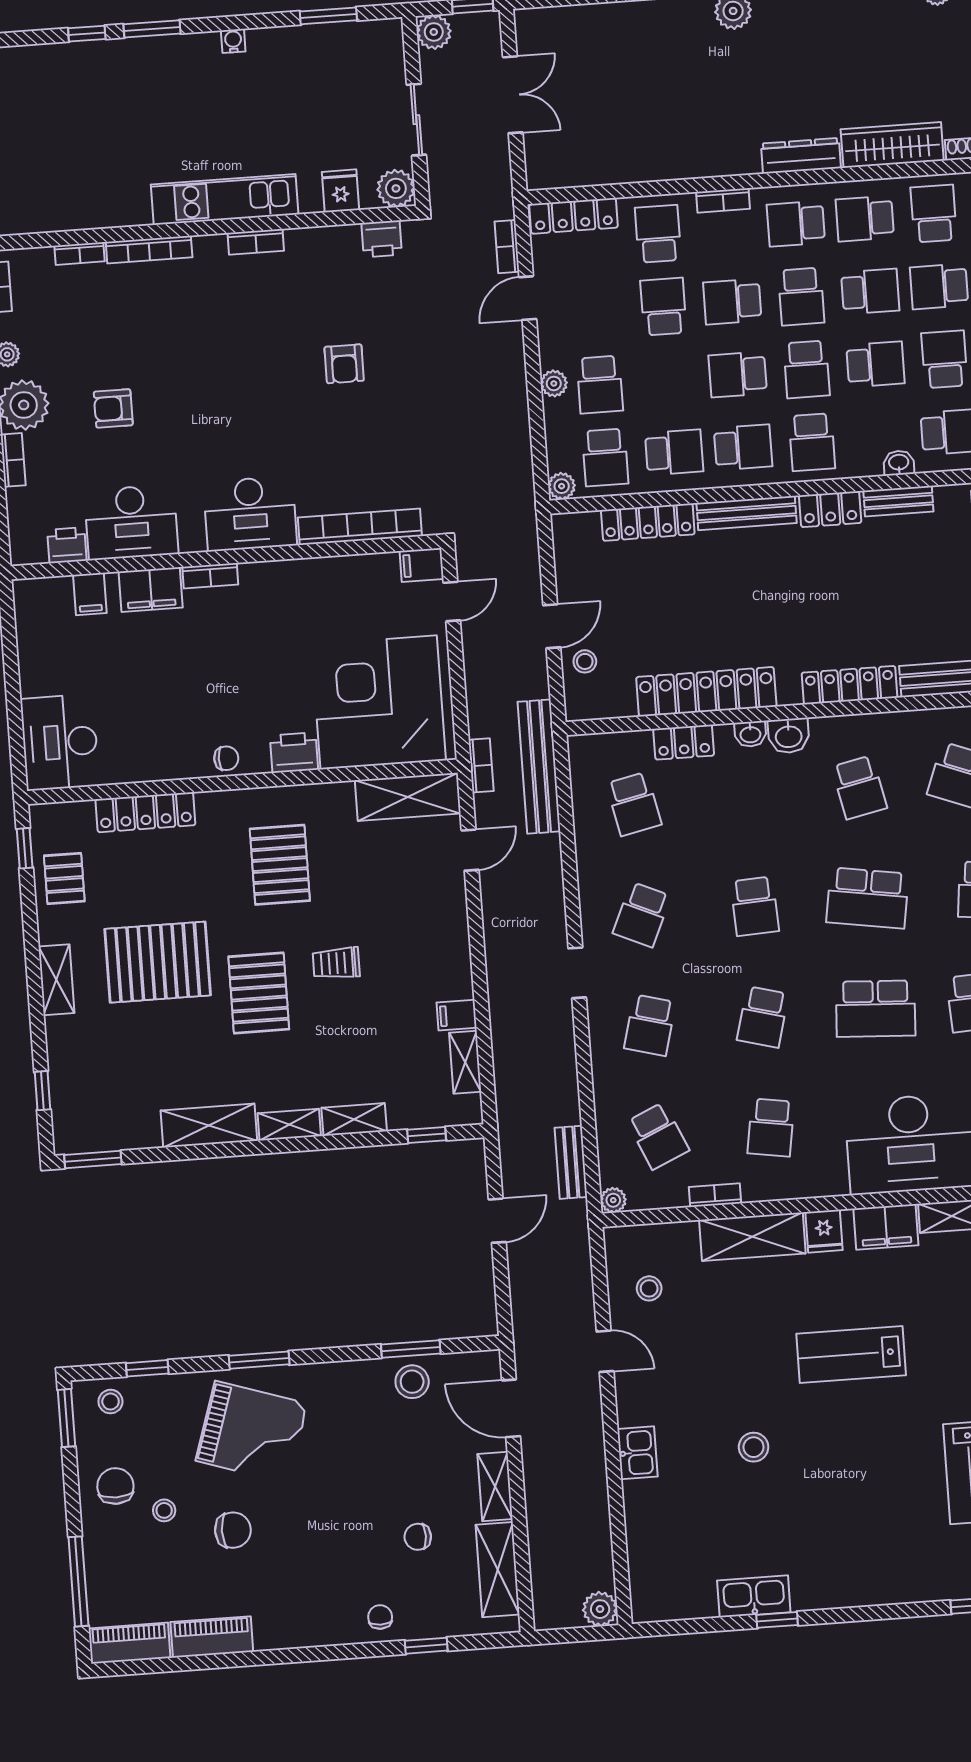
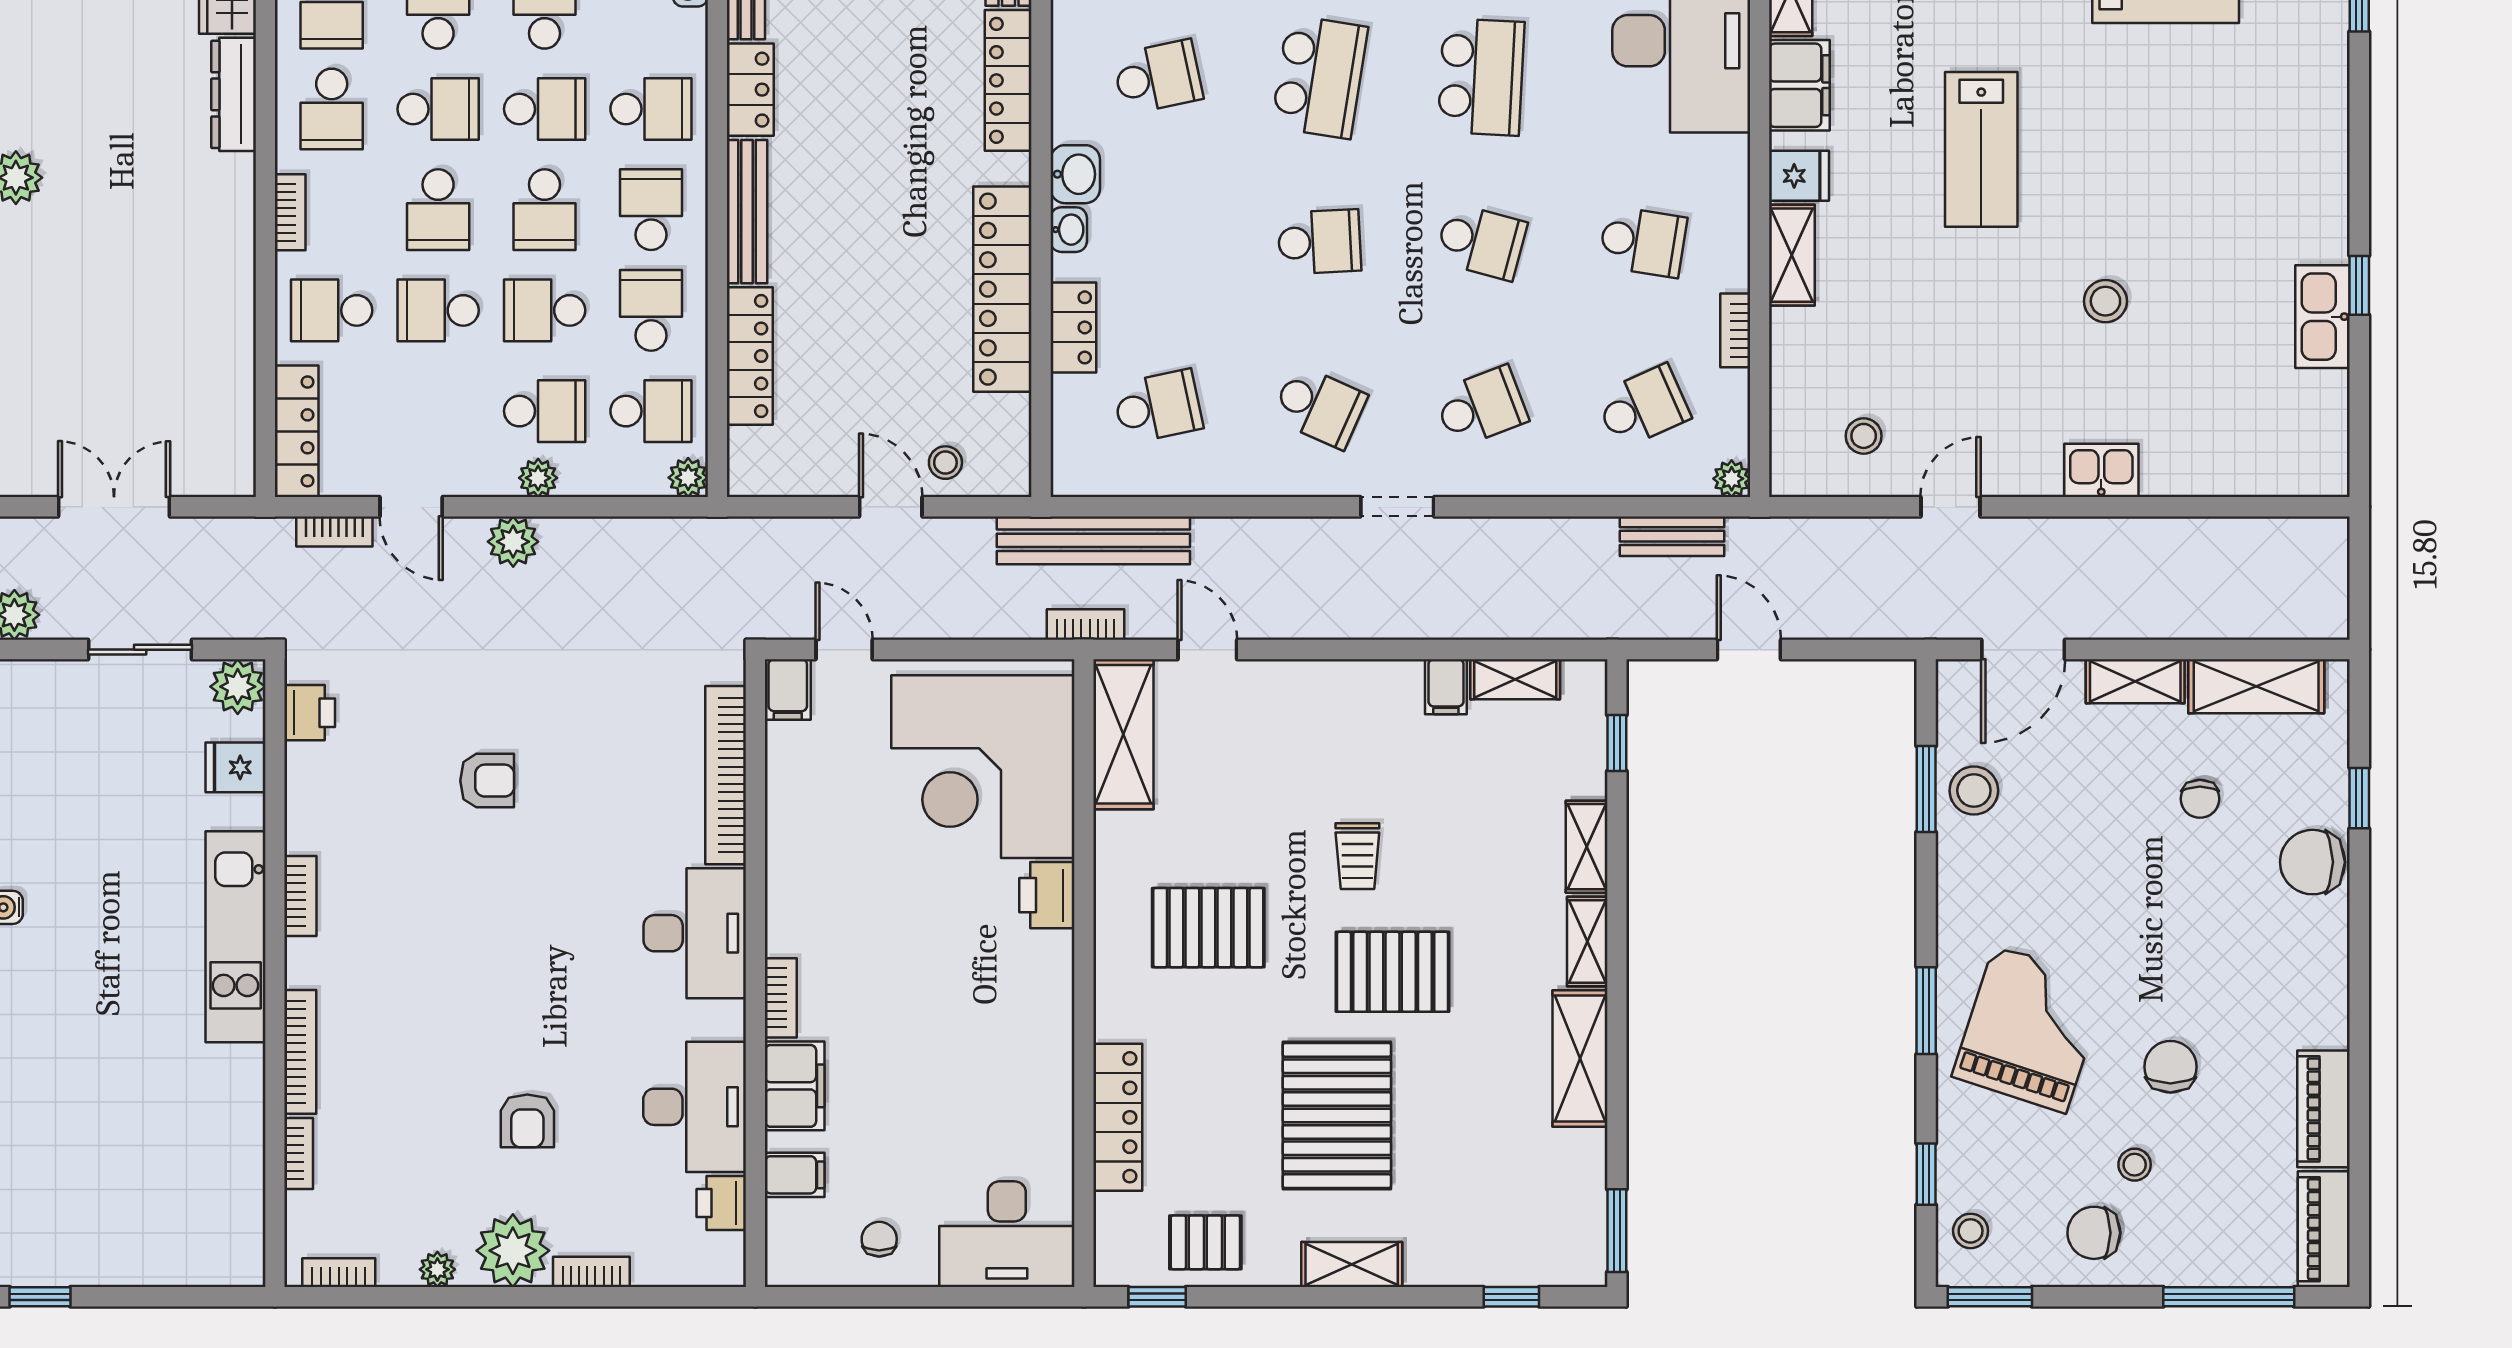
school desk: (669, 379) -> (545, 310), added
chair: (226, 758) -> (879, 1239), moved
school desk: (650, 1025) -> (1481, 407), turned -36
shelving: (752, 1237) -> (1792, 255), width x0.67, depth x0.75
plant: (600, 1609) -> (513, 542), moved
chair: (380, 1617) -> (2313, 862), width x1.87, depth x1.87

